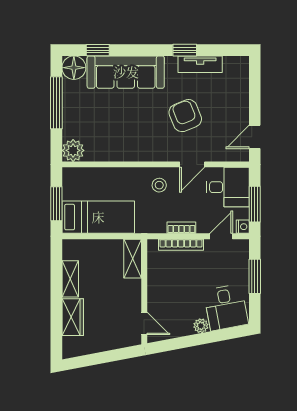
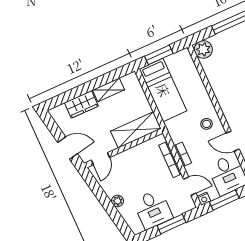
shelving: (133, 259) -> (136, 130), width x1.50, depth x1.33
desk: (226, 307) -> (153, 209), moved, turned -79
door: (115, 355) -> (68, 148), added

